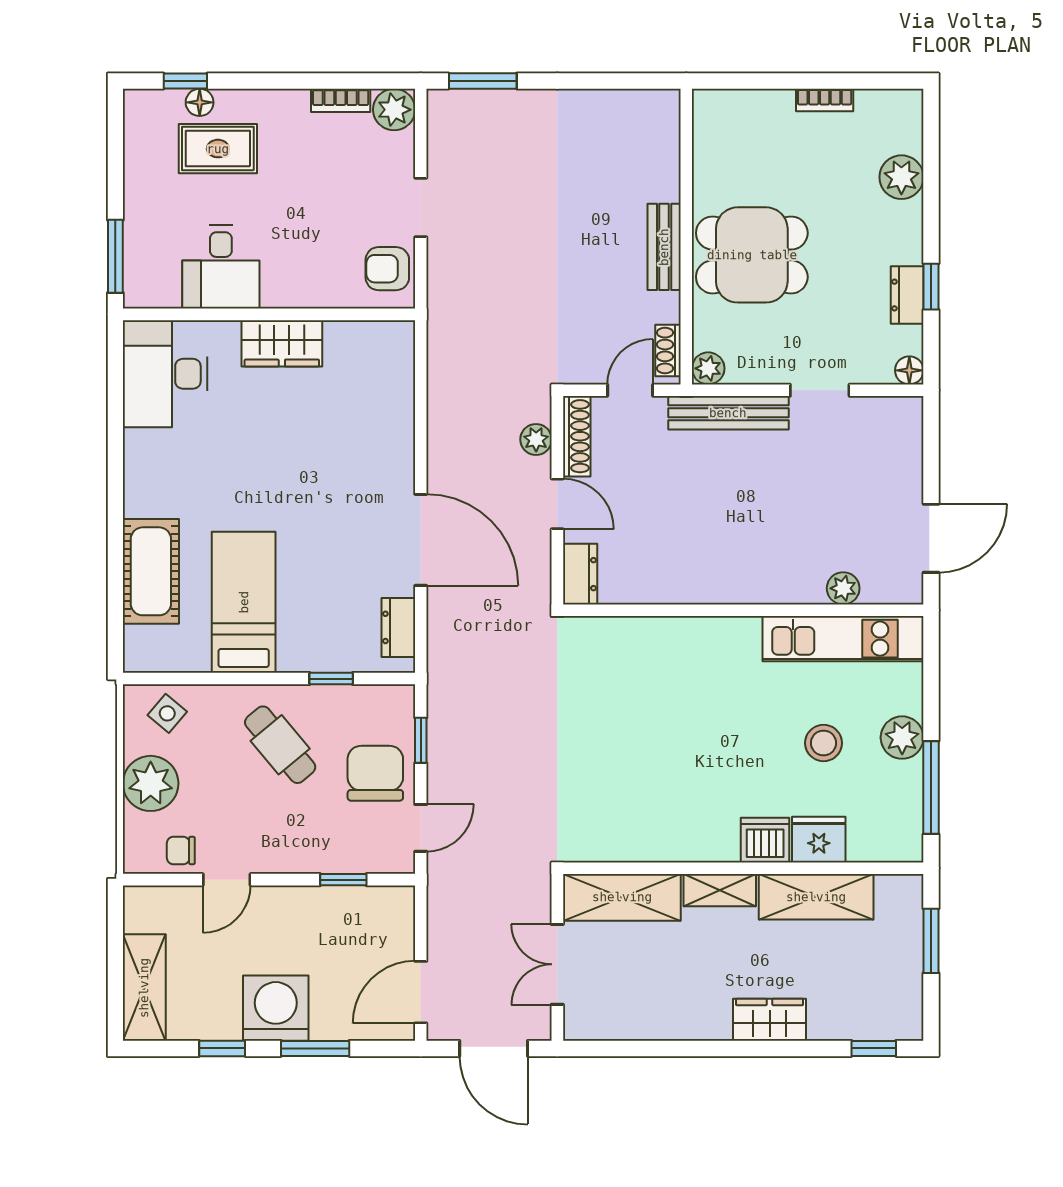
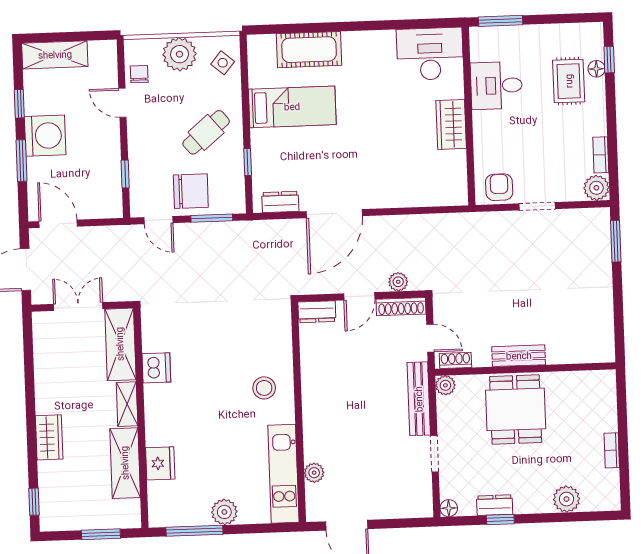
window: (421, 740) -> (212, 218), width x1.50
stool: (824, 743) -> (264, 388), moved
dishwasher: (765, 840) -> (156, 368), moved

